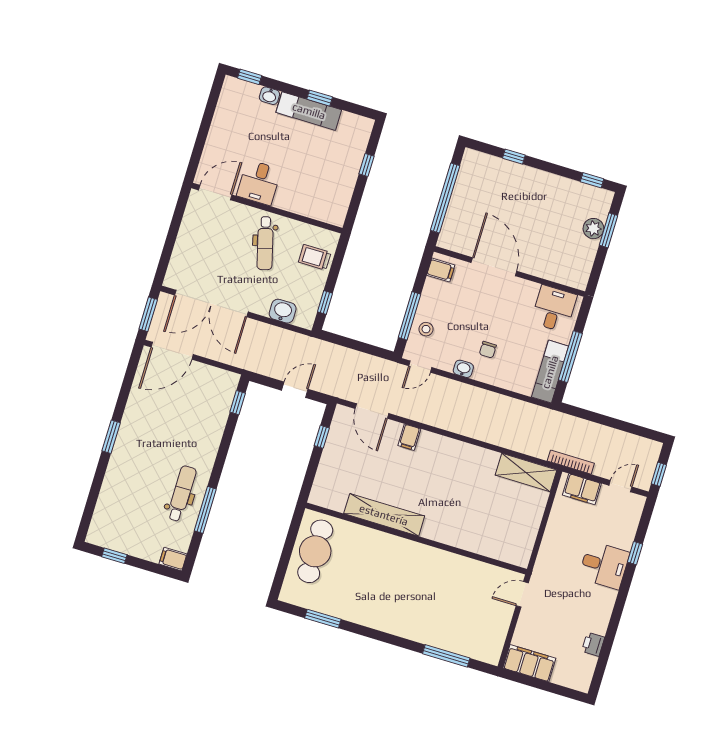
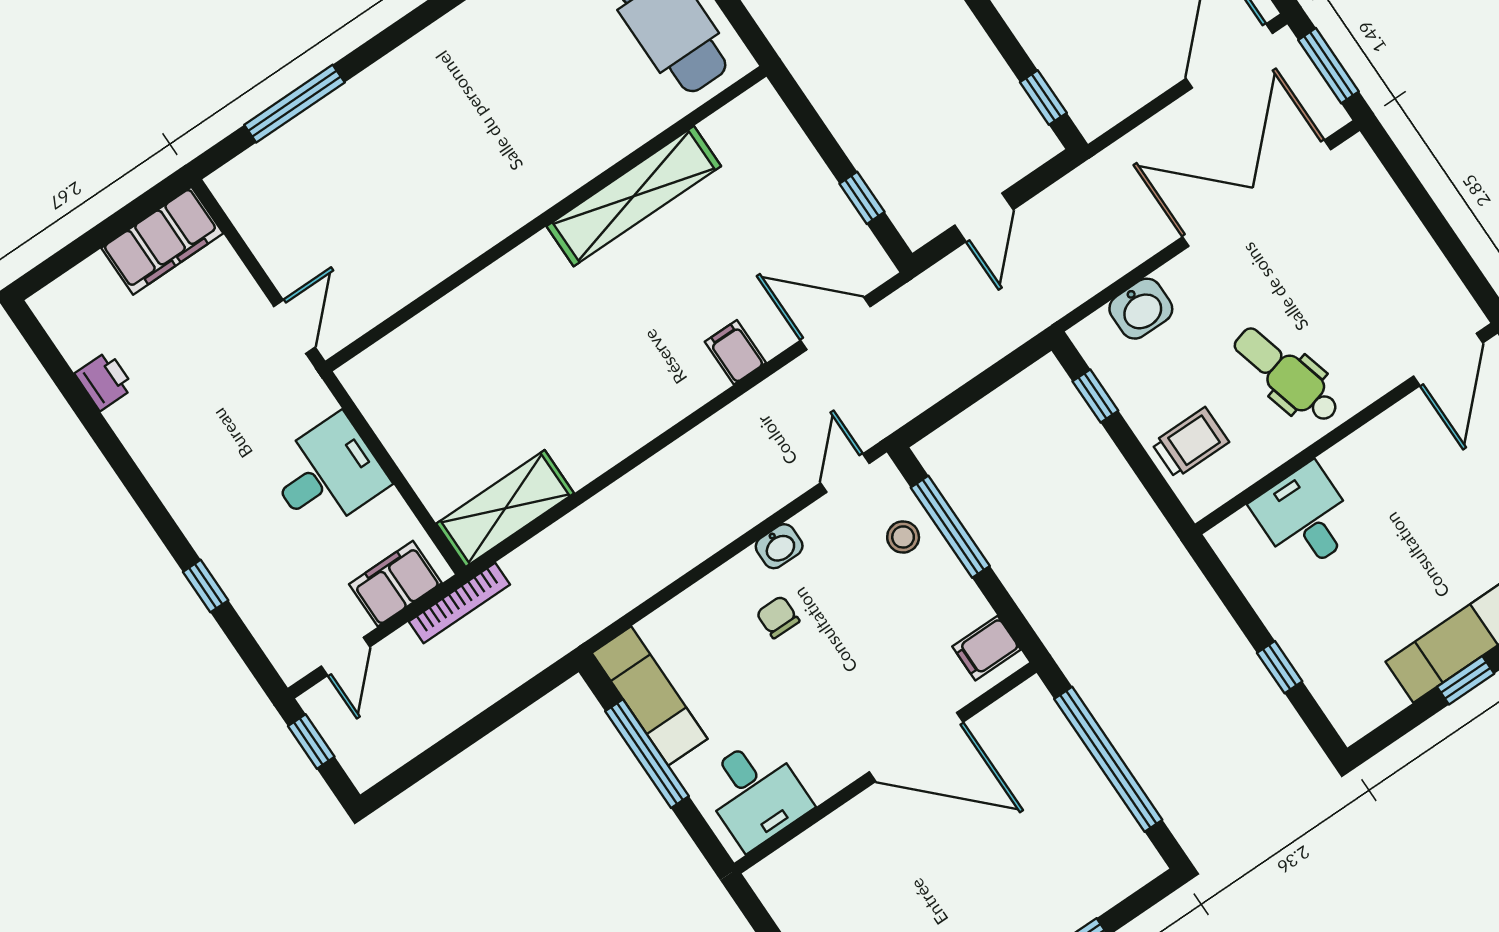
desk: (259, 183) -> (1305, 518), moved
desk: (604, 565) -> (328, 474), moved, turned 180

